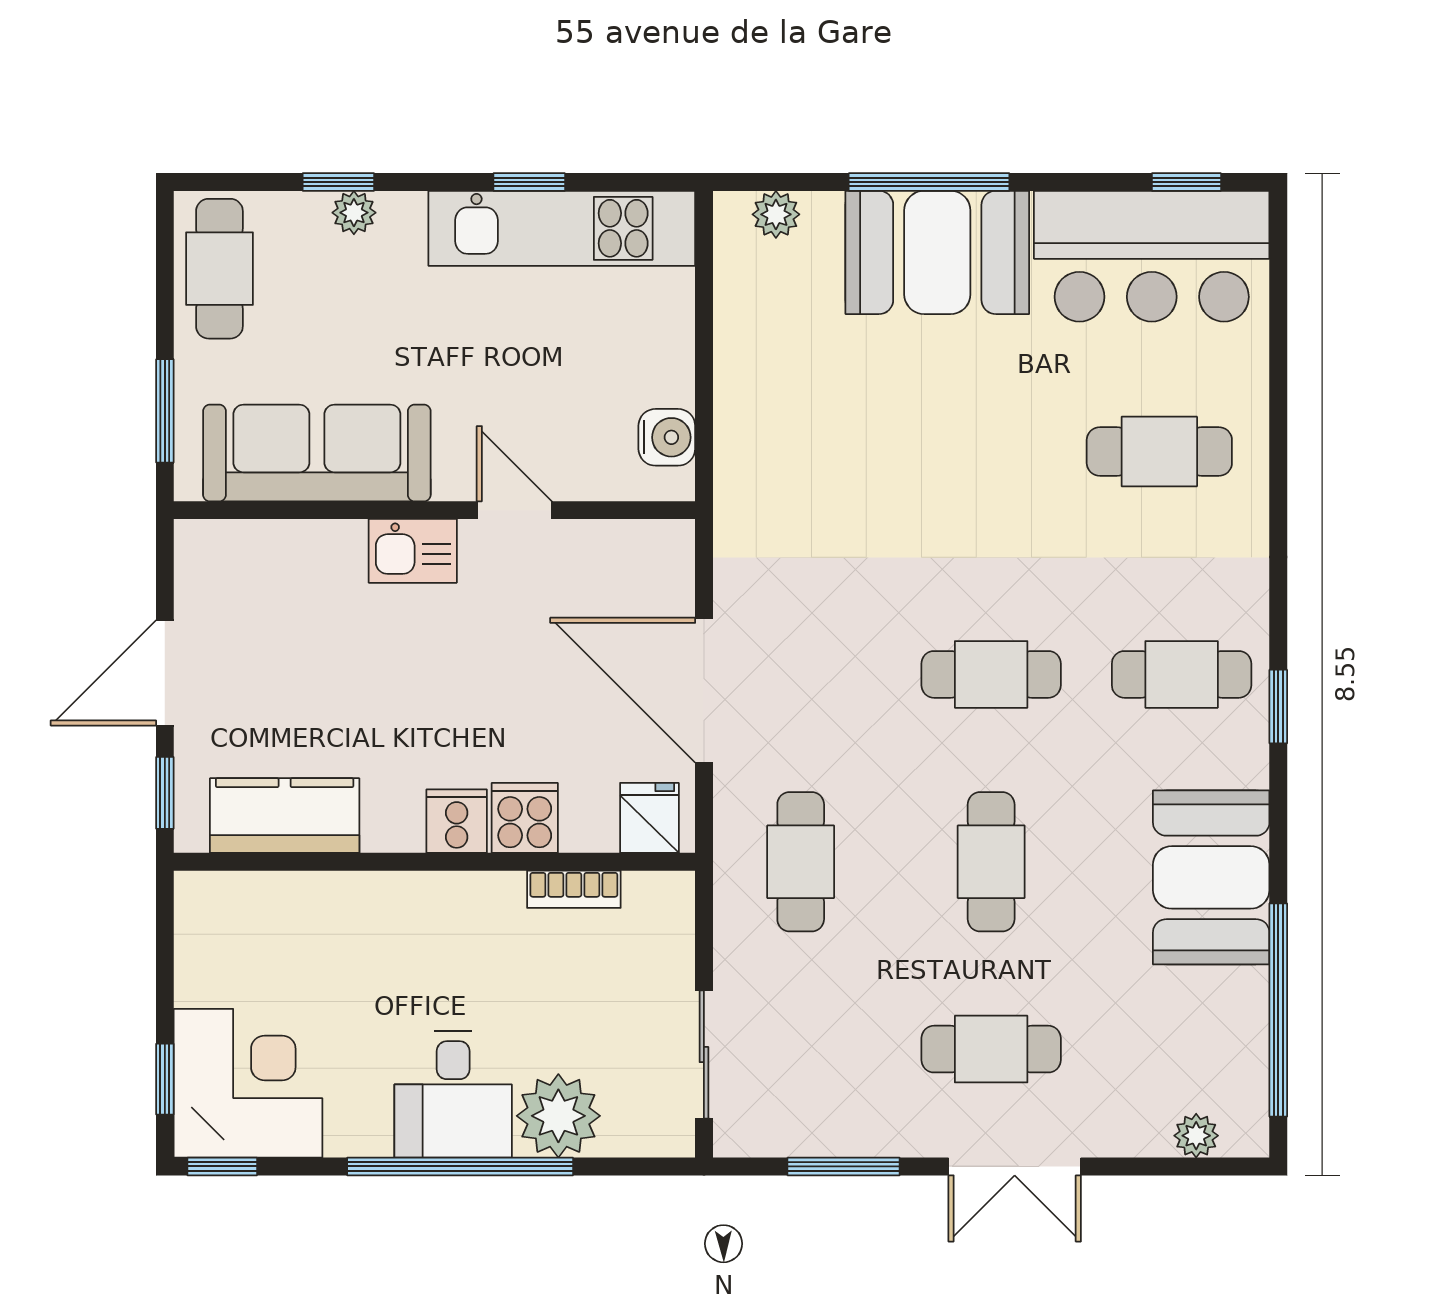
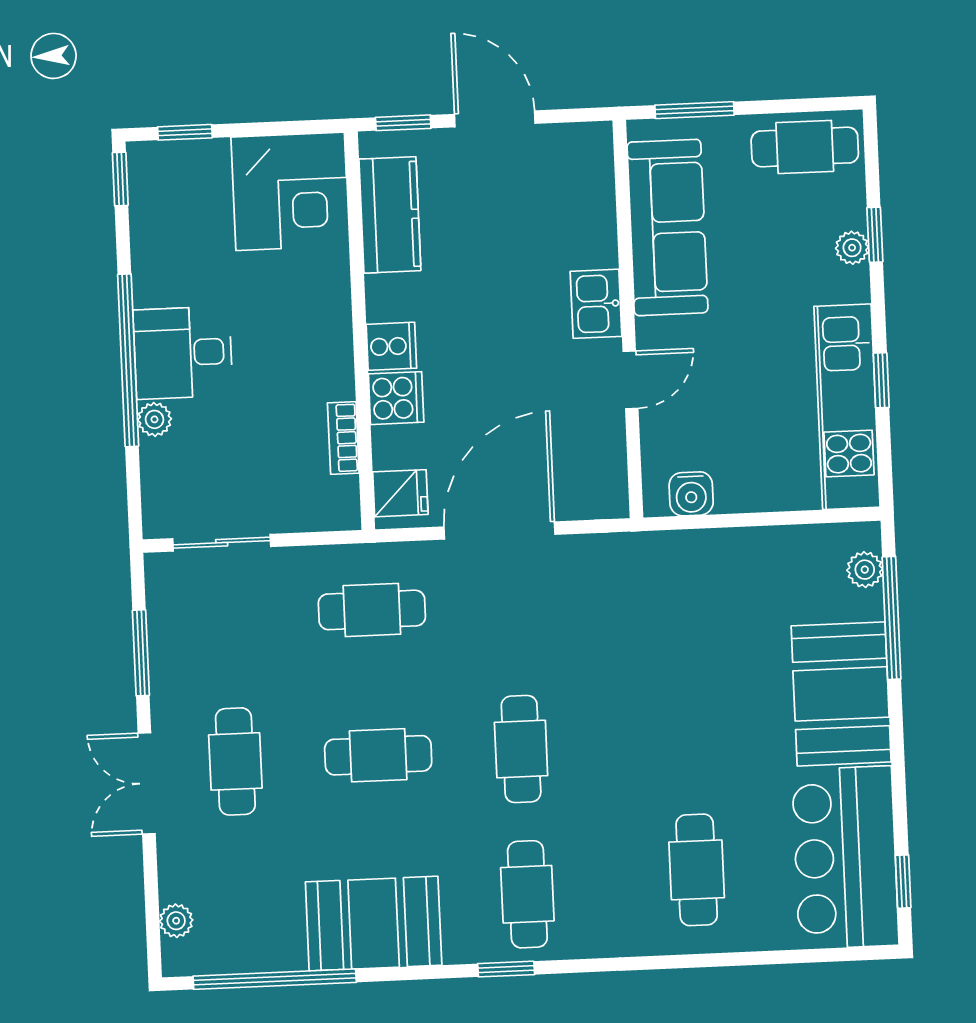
window: (929, 182) -> (892, 618), moved
corner desk: (248, 1083) -> (290, 191), moved
plant: (558, 1116) -> (154, 419), width x0.53, depth x0.53

